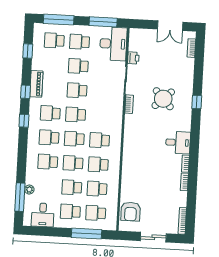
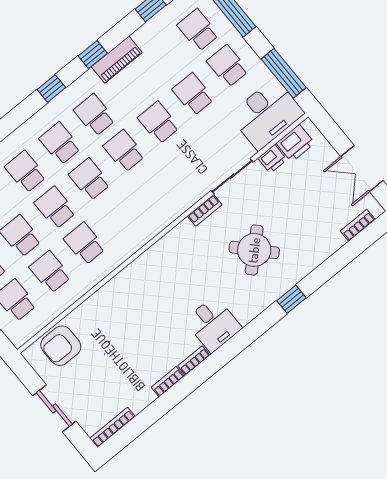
printer: (136, 43) -> (295, 143), added
school desk: (100, 140) -> (119, 215), removed

